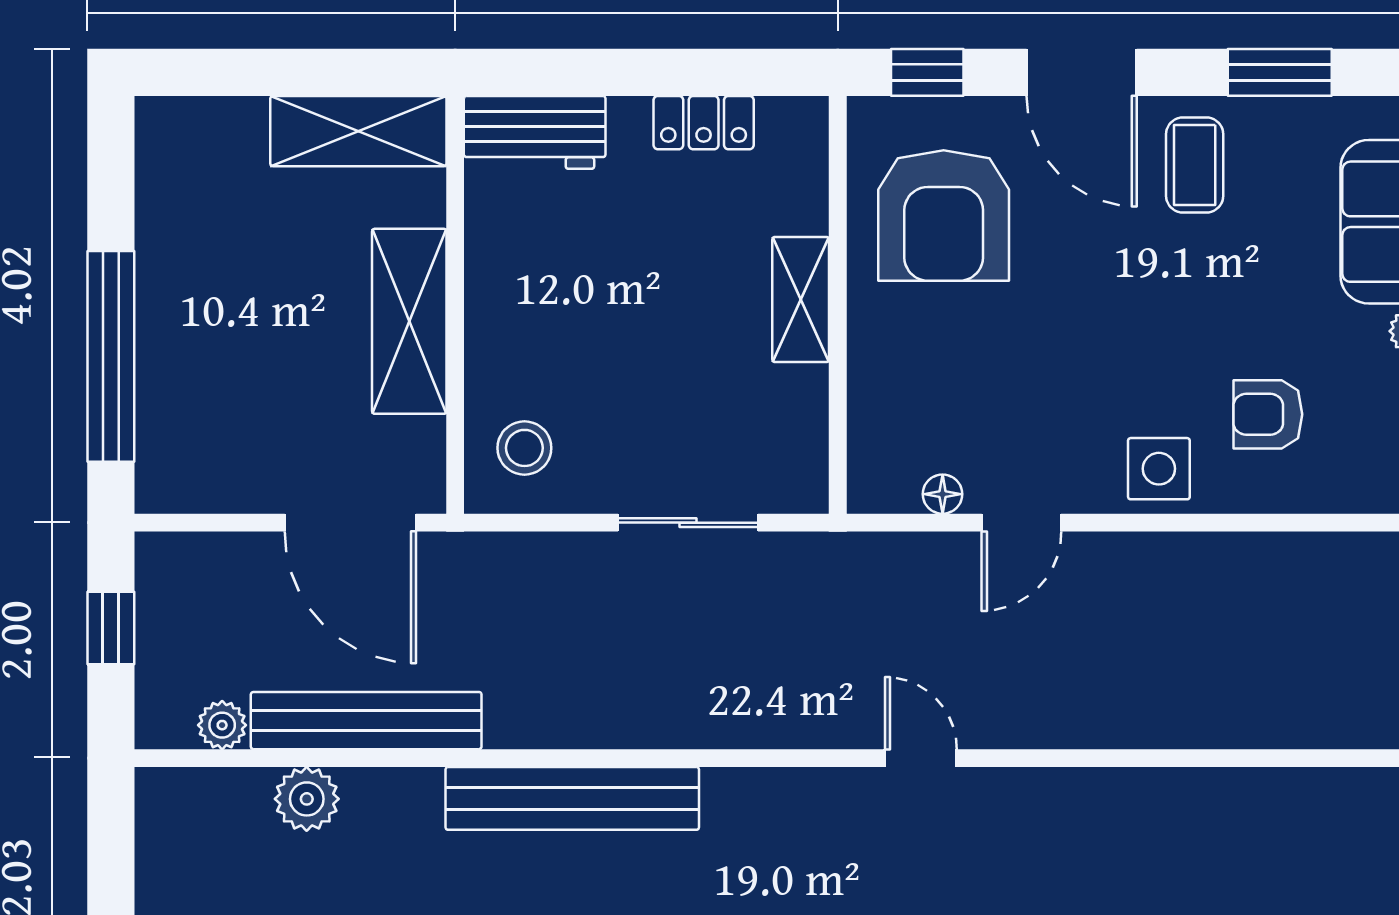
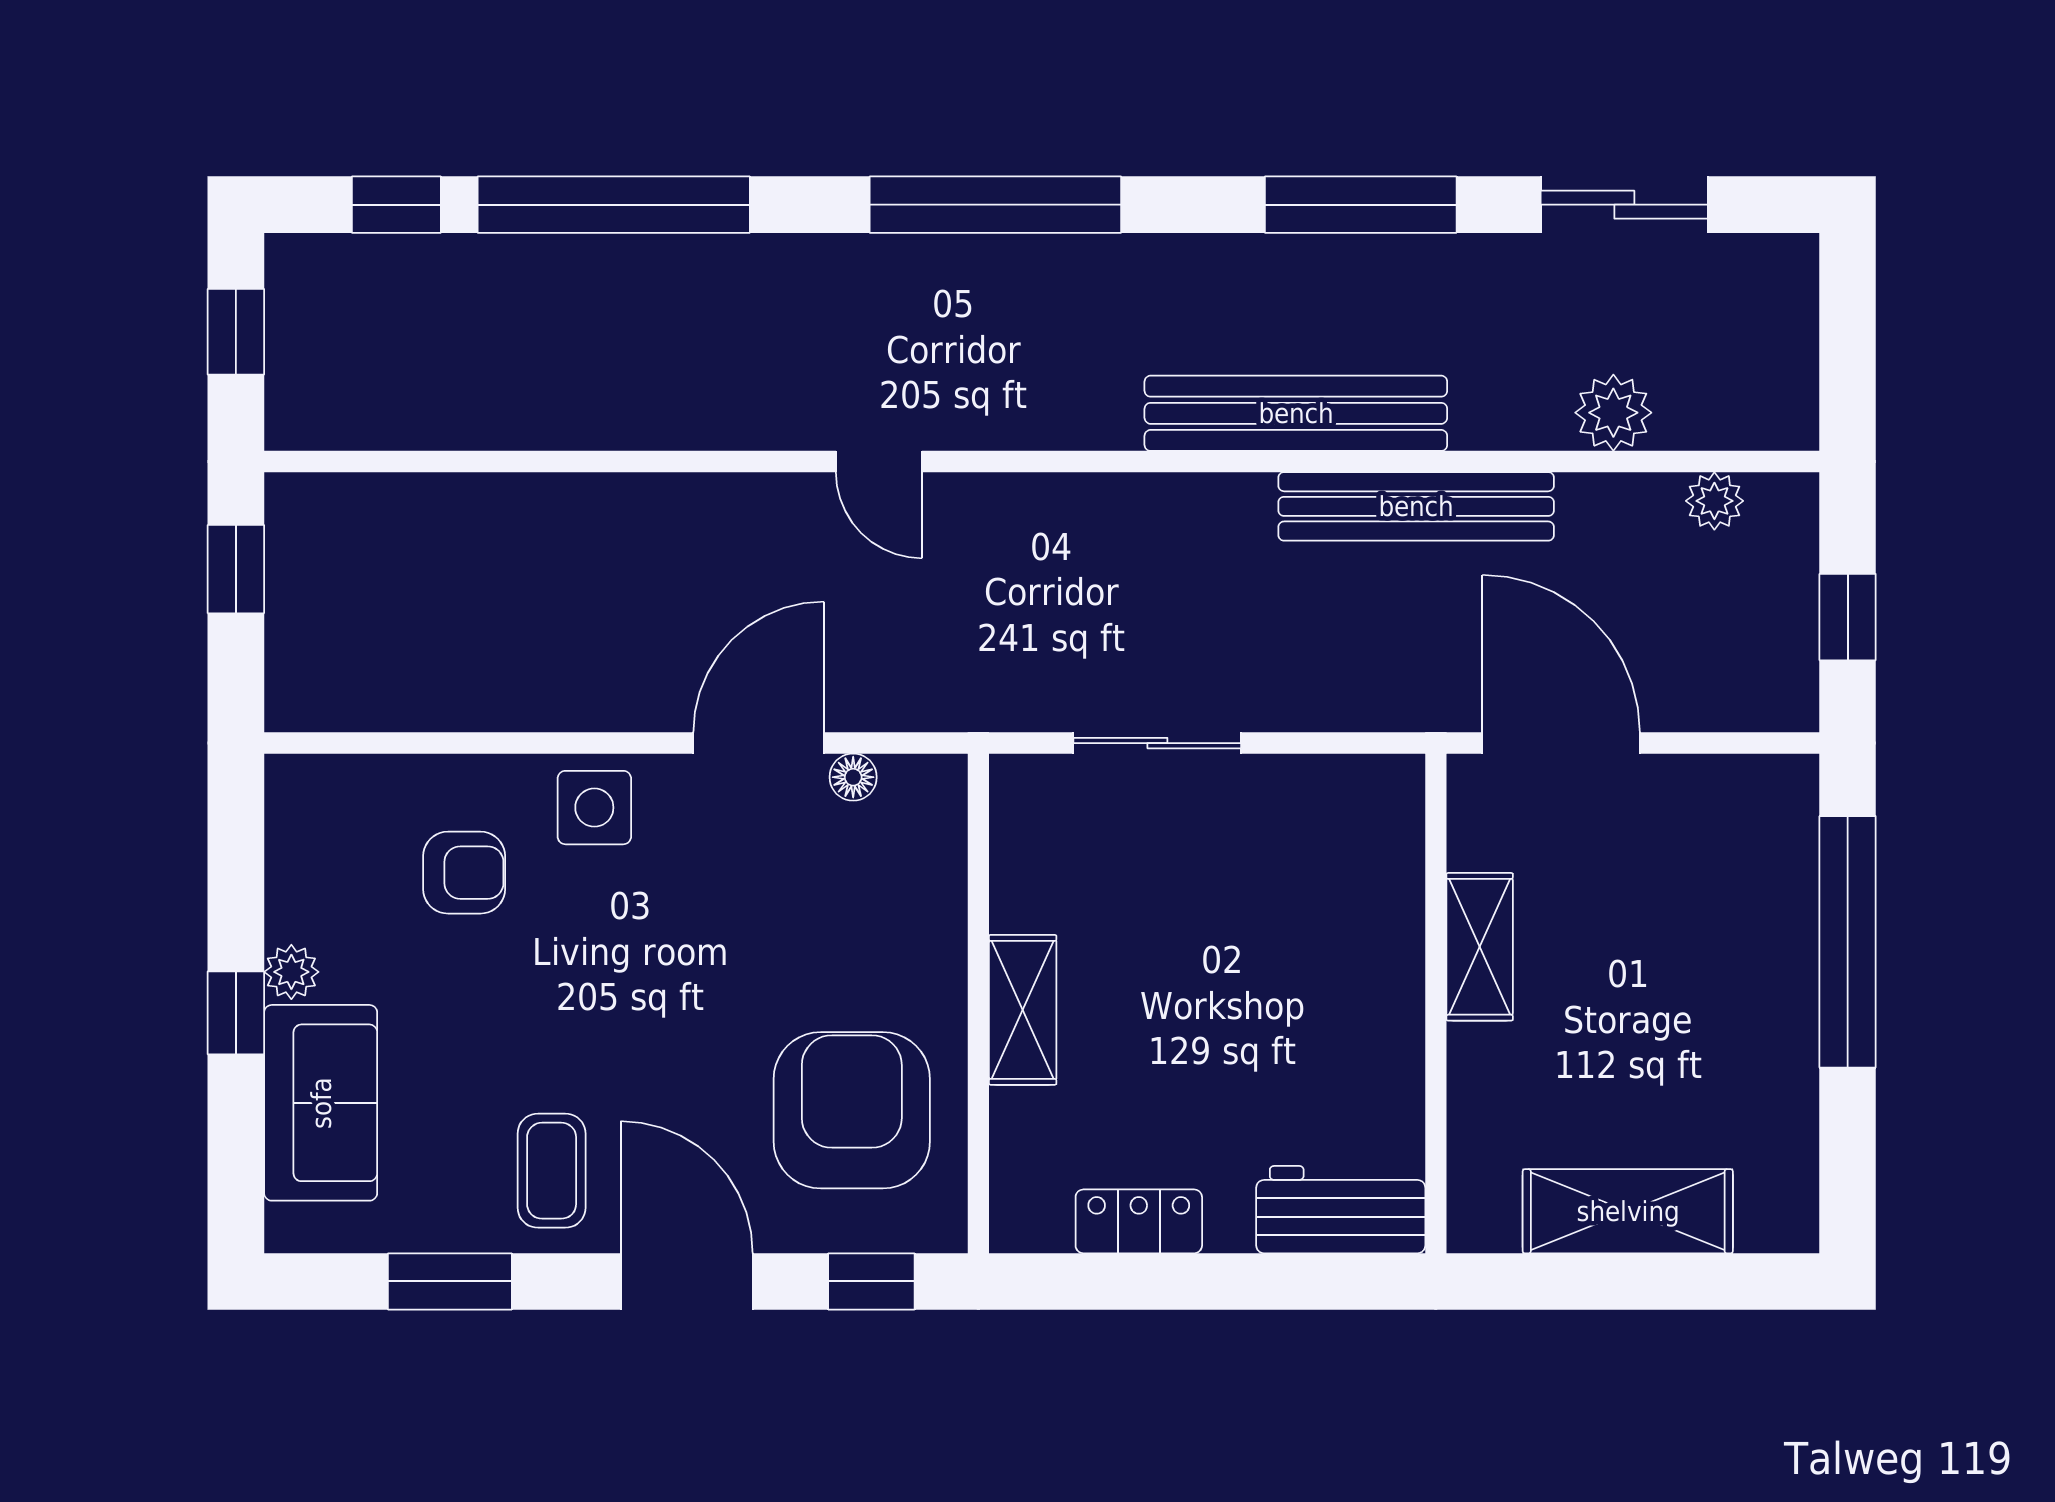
shelving: (358, 131) -> (1628, 1211), moved
shelving: (409, 321) -> (1480, 947), width x0.67, depth x0.75
stool: (524, 448) -> (1353, 832), removed
door: (1021, 523) -> (759, 743), width x1.38
bench: (366, 721) -> (1416, 506), moved

